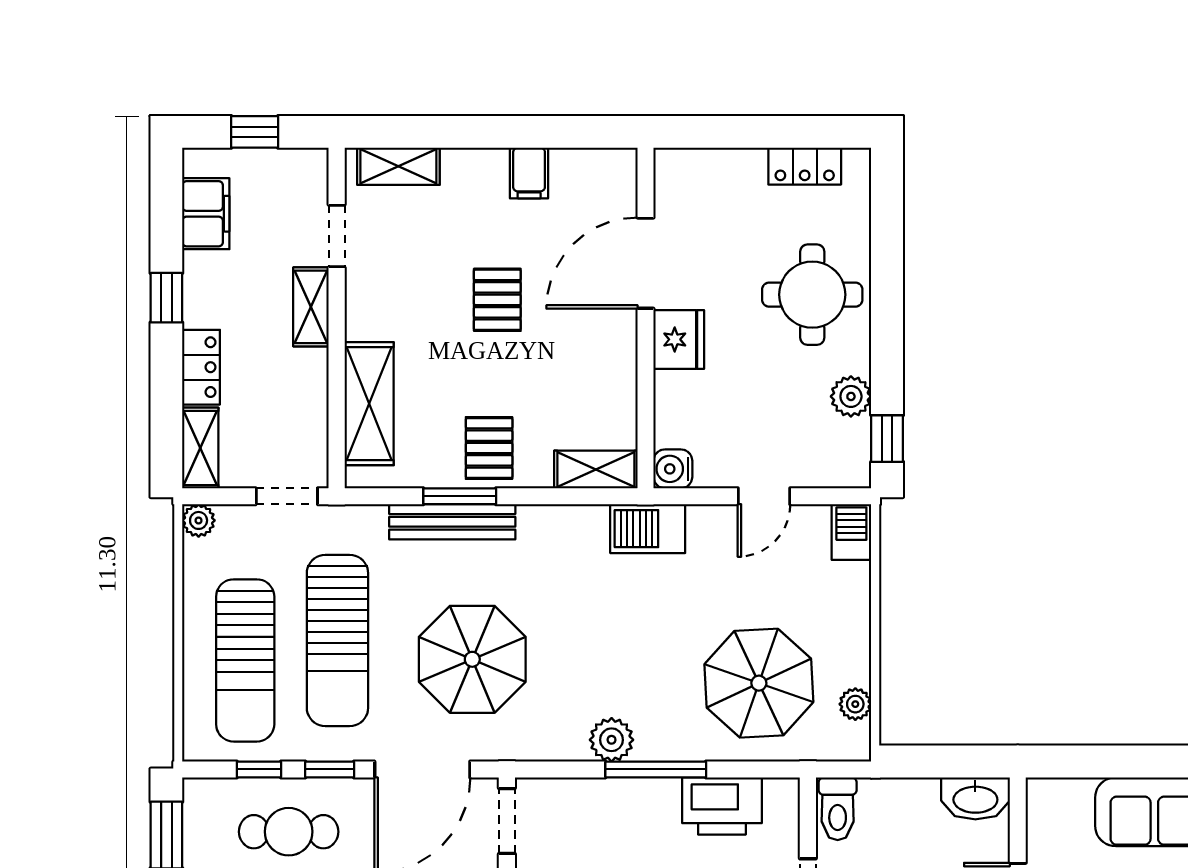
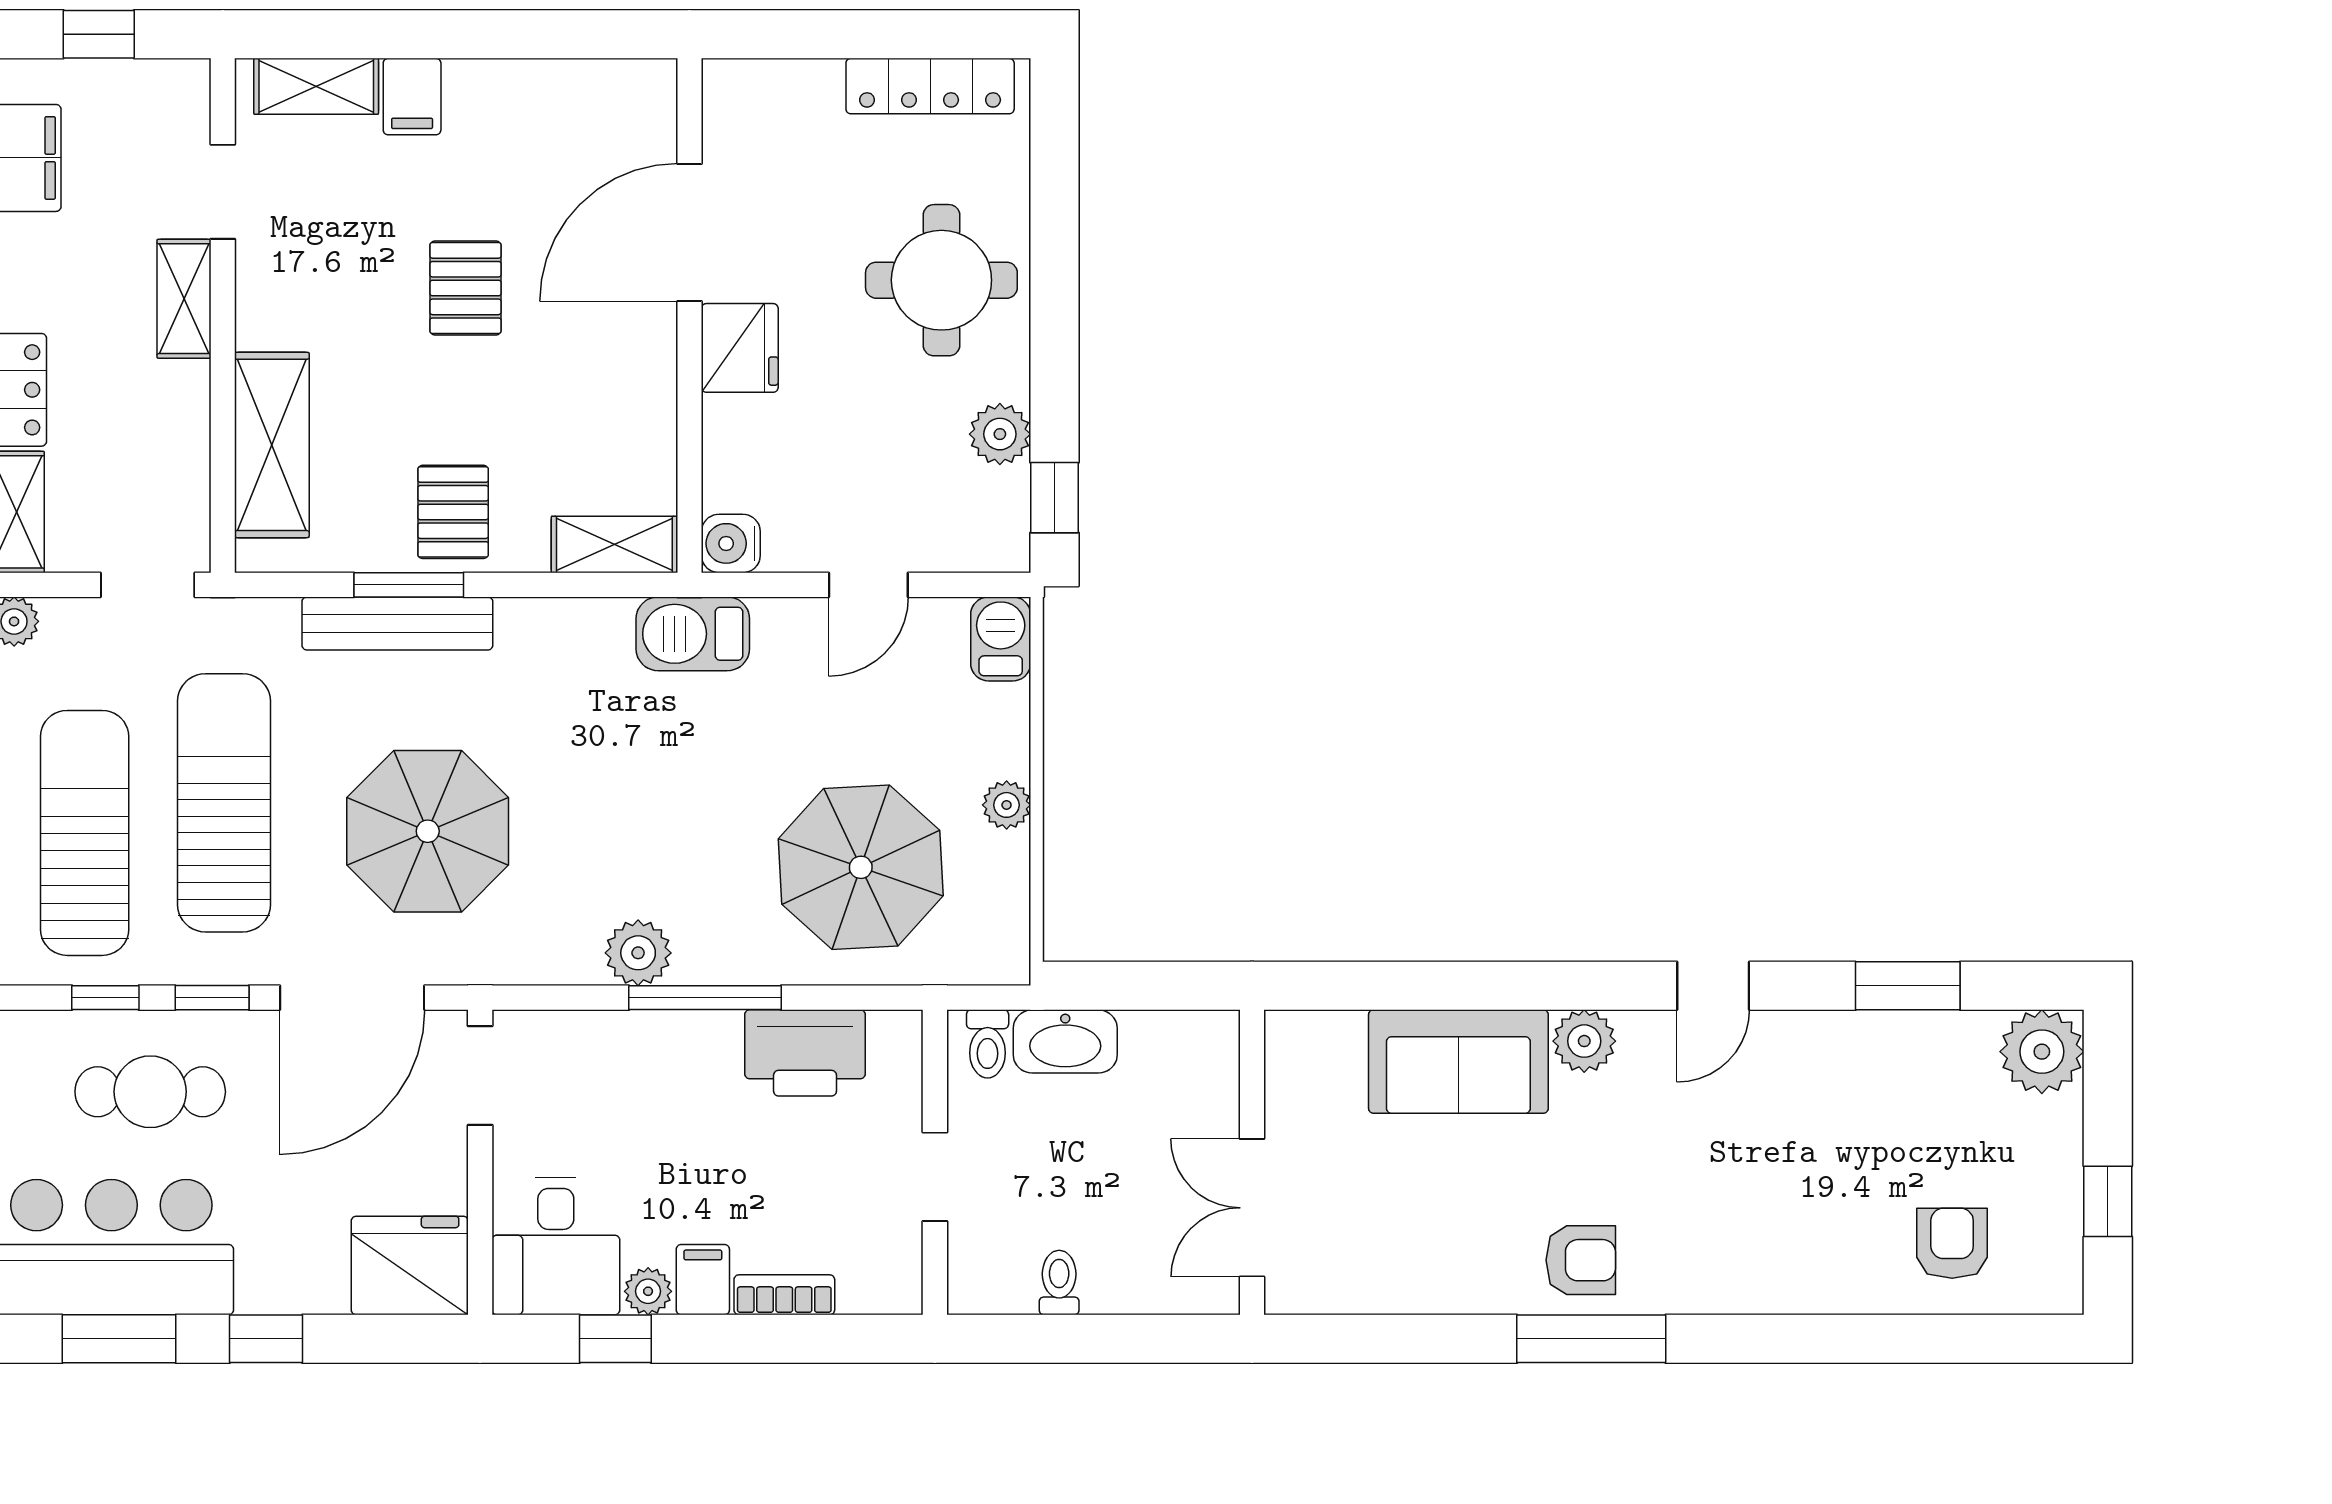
locker: (805, 166) -> (930, 86), width x1.53
filing cabinet: (529, 173) -> (412, 97), moved
sun lounger: (337, 641) -> (224, 803), turned 180
sun lounger: (245, 660) -> (85, 833), turned 180
plant: (855, 704) -> (1007, 805), moved
washbasin: (975, 798) -> (1065, 1041), moved
toilet: (838, 809) -> (988, 1044), width x0.73, depth x0.72

